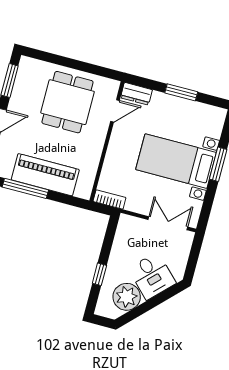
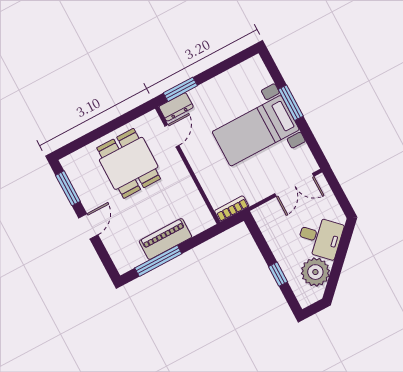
window: (181, 92) -> (180, 89), moved
piano: (45, 175) -> (165, 239), width x0.73, depth x0.75
double door: (168, 223) -> (294, 185), swing flipped

